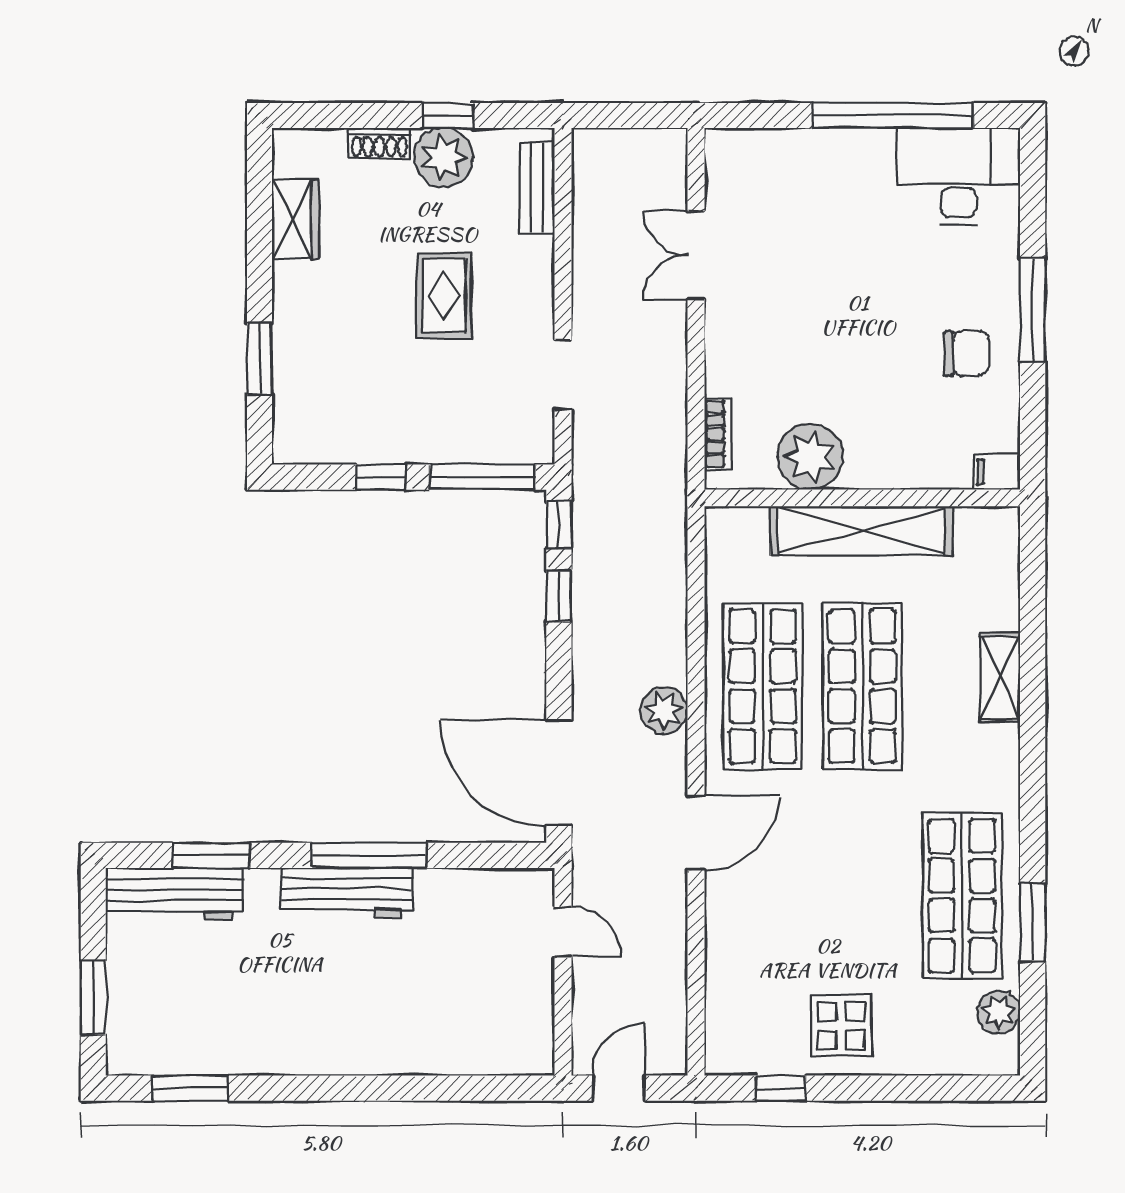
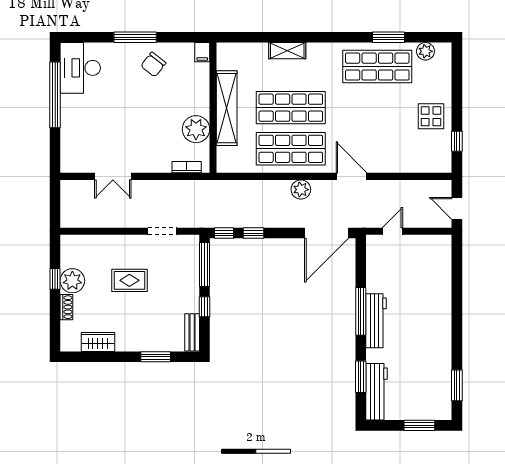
bench: (537, 188) -> (192, 332), moved, turned 90
chair: (967, 353) -> (153, 65), turned -142

